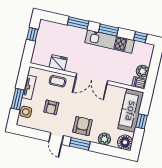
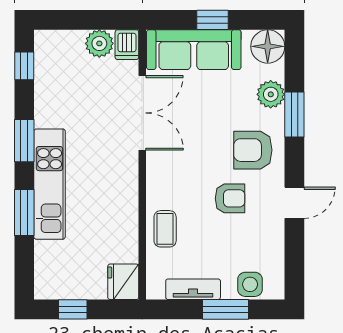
kitchen unit: (110, 42) -> (50, 184), moved
fridge: (58, 63) -> (123, 282), moved
double door: (92, 79) -> (142, 113), moved
armchair: (51, 107) -> (230, 198), moved
window: (80, 144) -> (294, 114), moved

